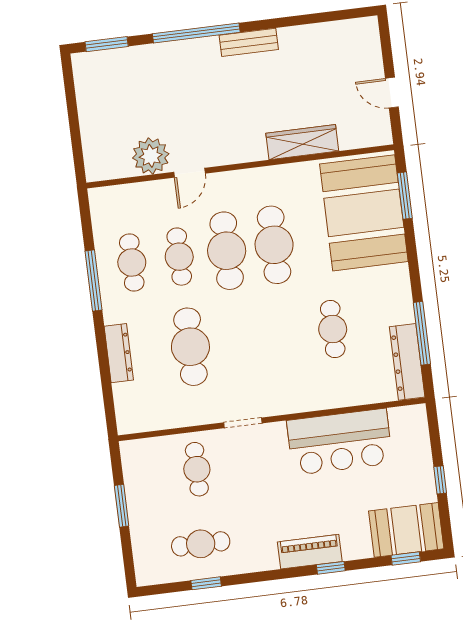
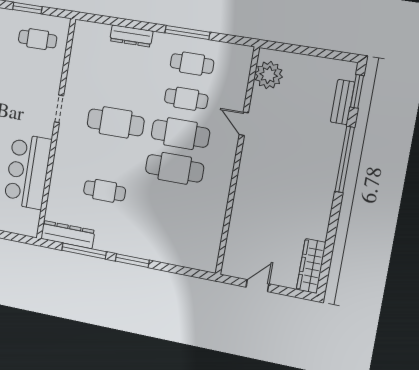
bench: (249, 42) -> (343, 102), moved
wardrobe: (302, 142) -> (311, 266), moved, turned 180
plant: (151, 156) -> (269, 75), moved
window: (405, 196) -> (132, 261), moved
booth: (364, 213) -> (178, 238), removed
cafe table: (190, 347) -> (116, 122), moved
cafe table: (197, 469) -> (38, 39), moved

